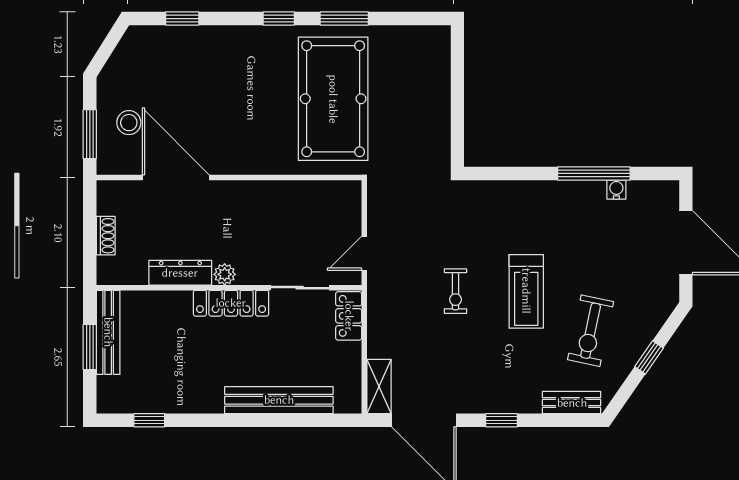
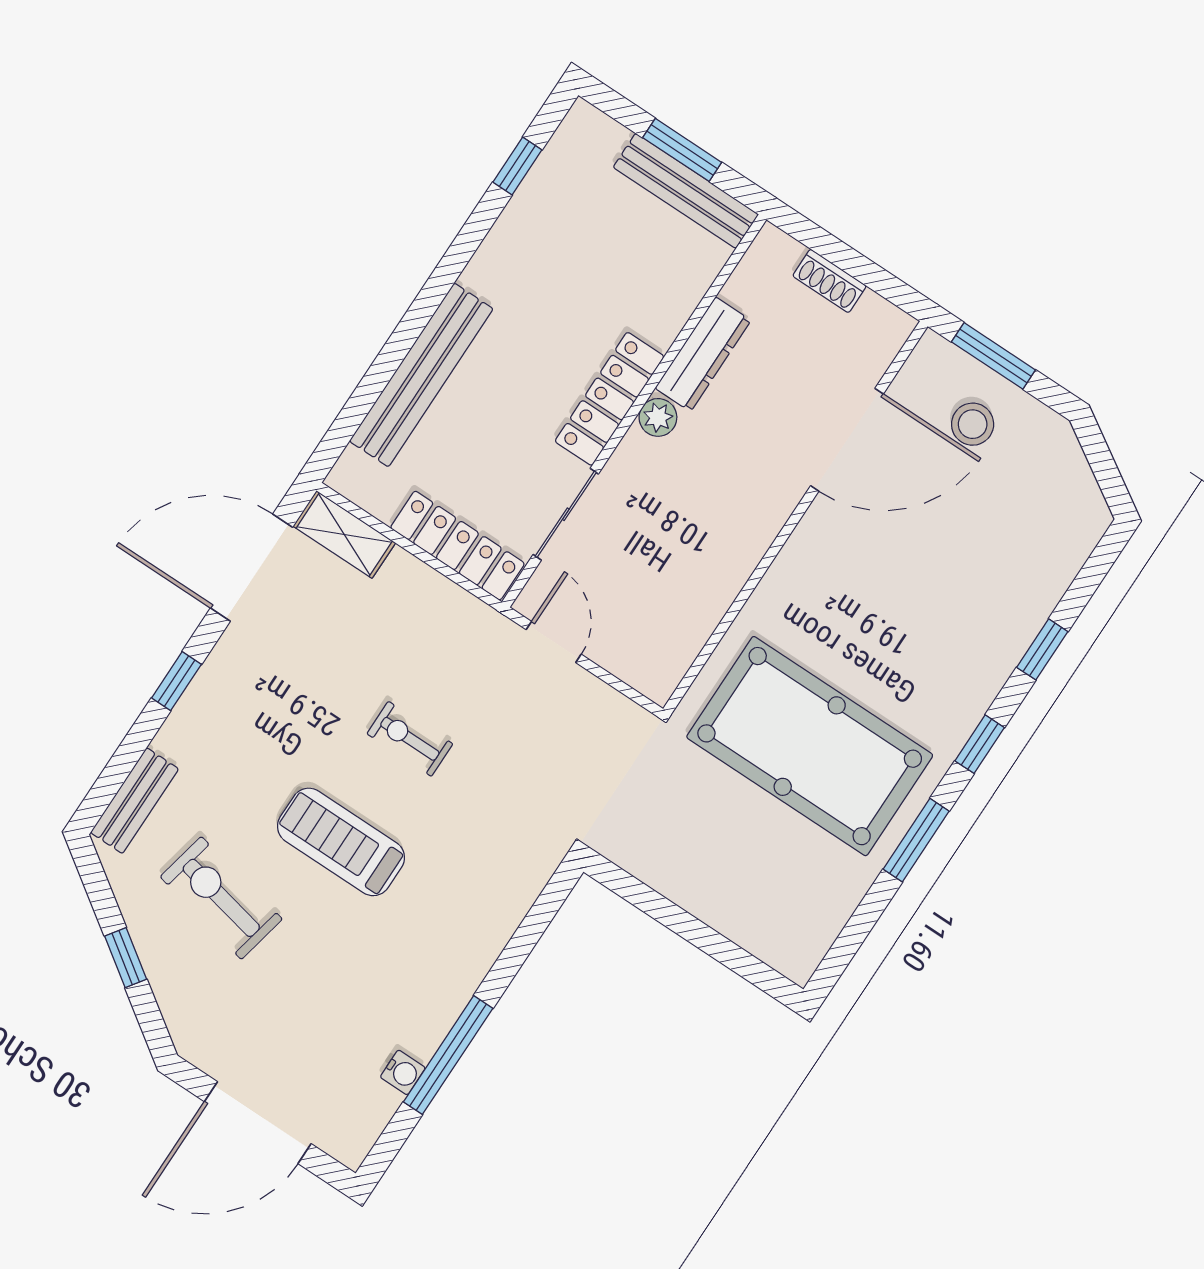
window: (182, 19) -> (1042, 649), moved
locker: (349, 316) -> (457, 546), width x1.53

